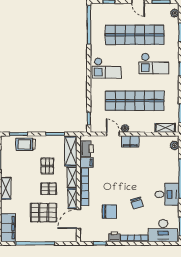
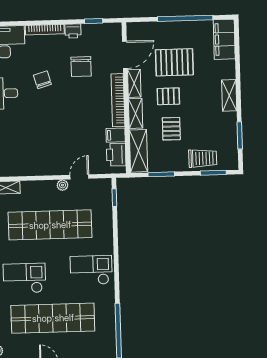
door: (113, 134) -> (79, 177), swing flipped
filing cabinet: (130, 141) -> (55, 167), removed
chair: (109, 212) -> (81, 67), turned -90

